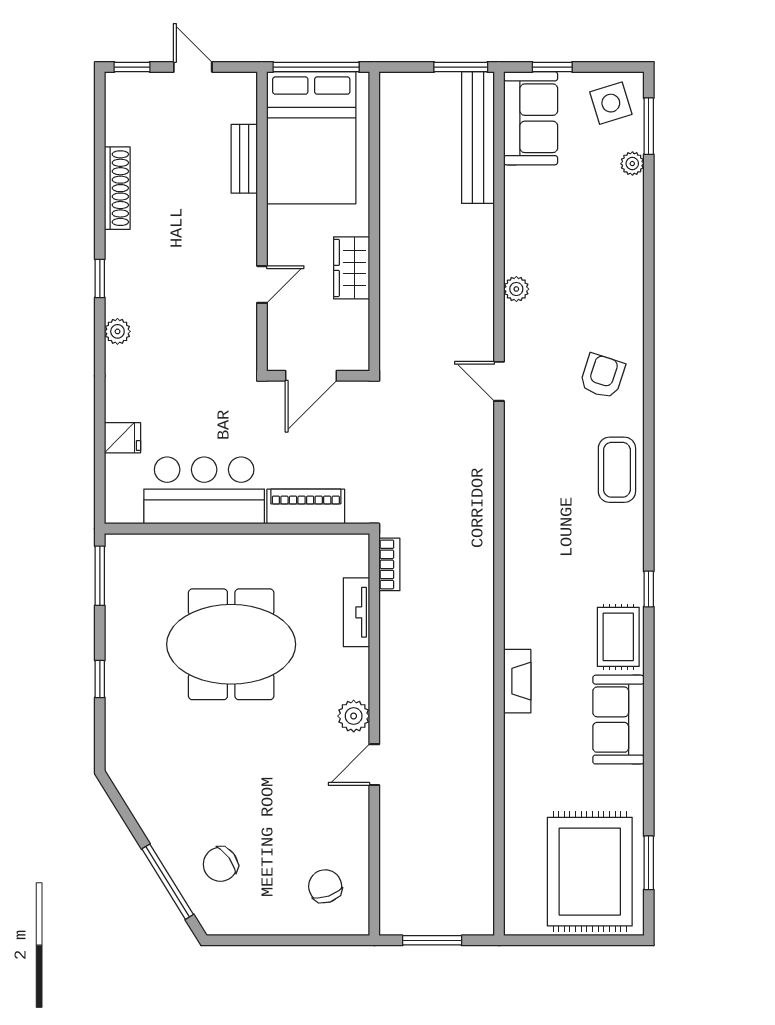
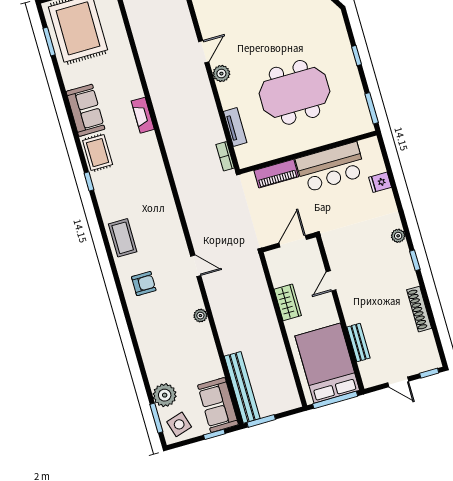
plant: (632, 164) -> (165, 395), width x1.87, depth x1.87
armchair: (602, 376) -> (144, 284), turned -108

